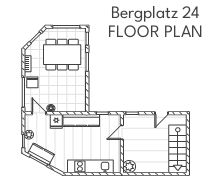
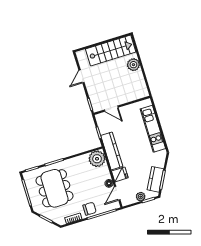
plant: (78, 104) -> (97, 159), added
door: (162, 113) -> (81, 76), swing flipped
plant: (129, 167) -> (133, 65), moved

